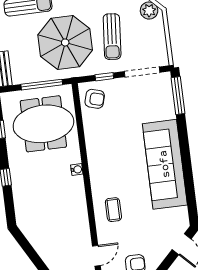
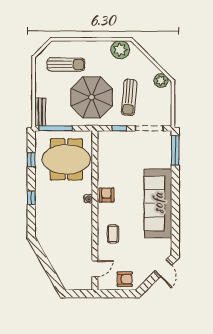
window: (42, 85) -> (56, 128), moved
armchair: (95, 99) -> (106, 195), moved, turned -106

